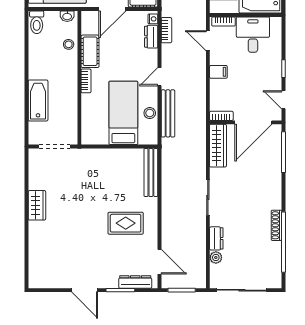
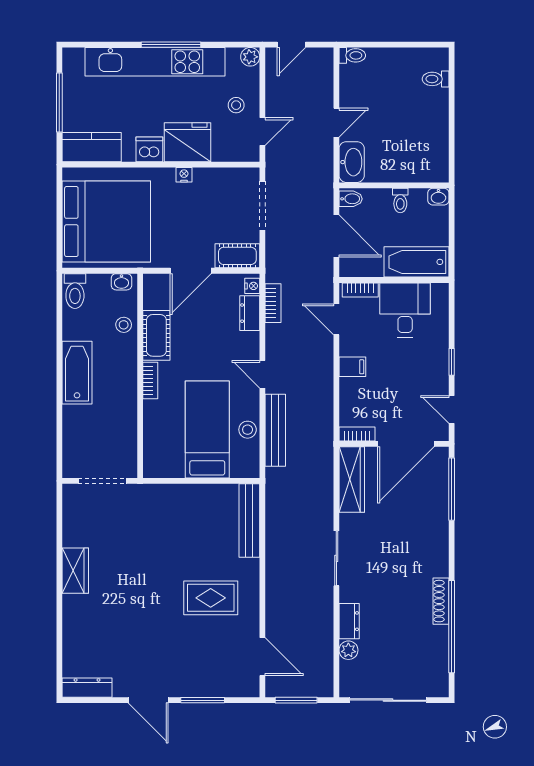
door: (159, 77) -> (262, 374), hinge flipped
bathtub: (38, 100) -> (77, 373), moved
dresser: (135, 282) -> (87, 688), moved

